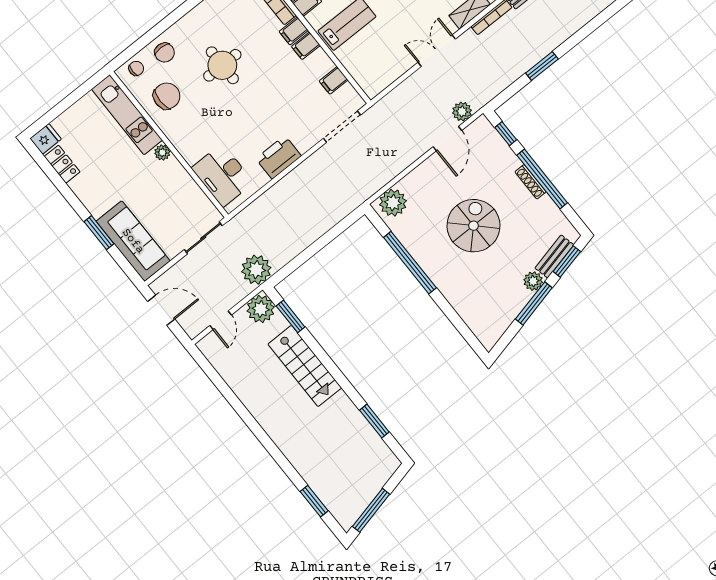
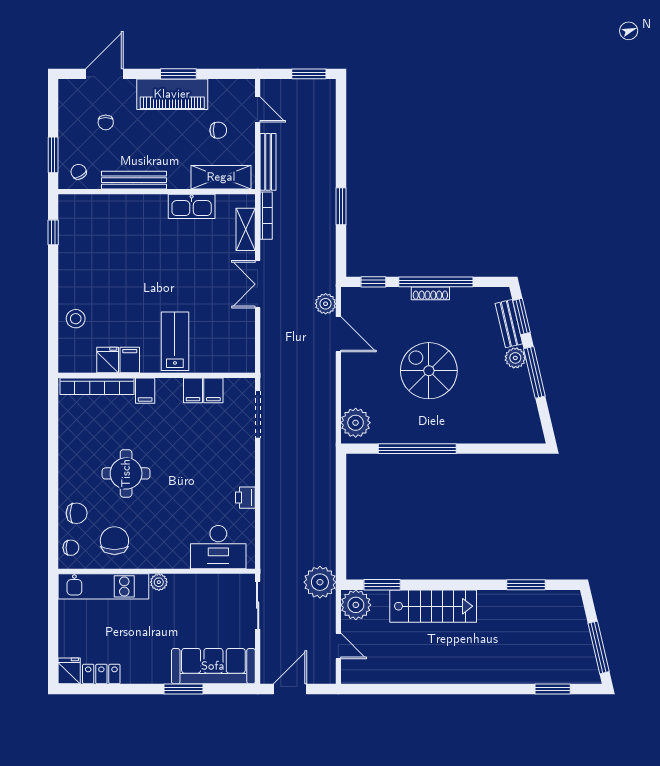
filing cabinet: (306, 46) -> (193, 390), moved
chair: (136, 68) -> (71, 548), turned 90
printer: (278, 157) -> (245, 498), width x0.53, depth x0.68

